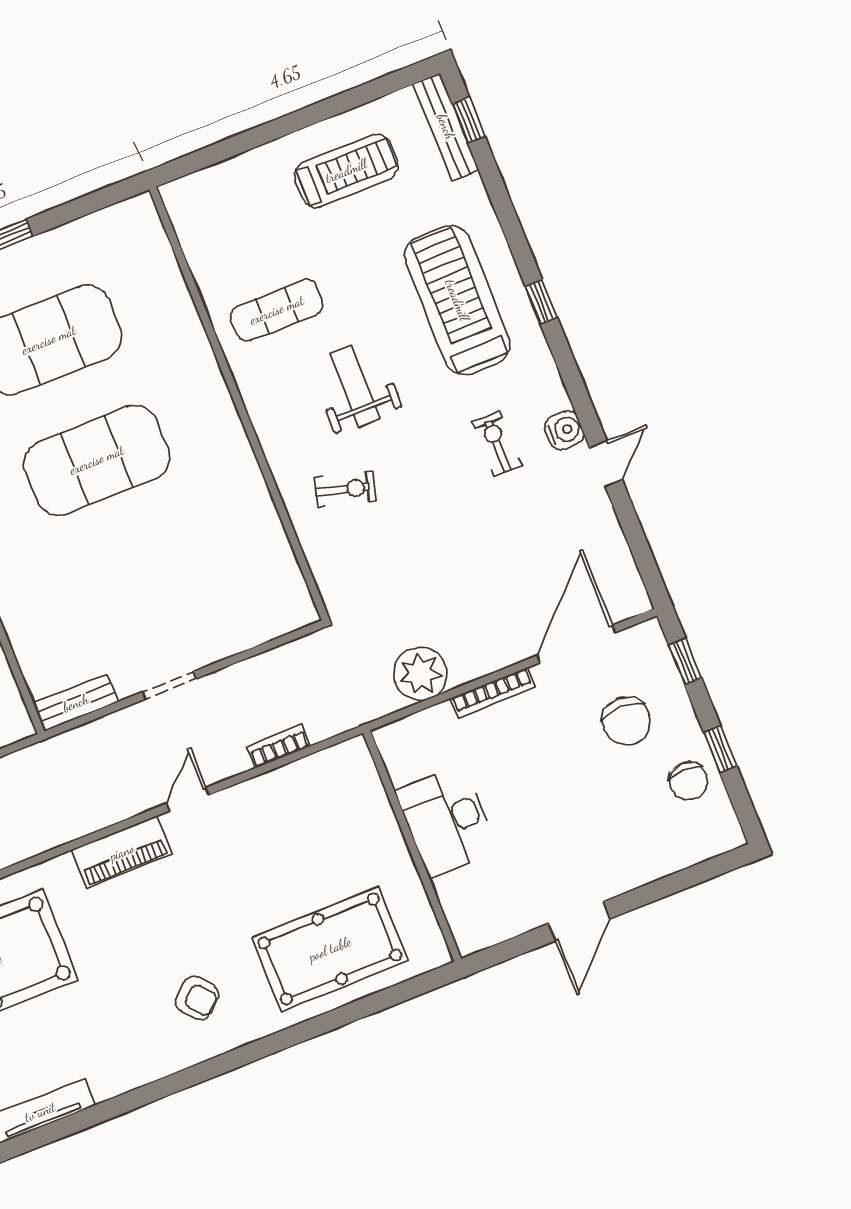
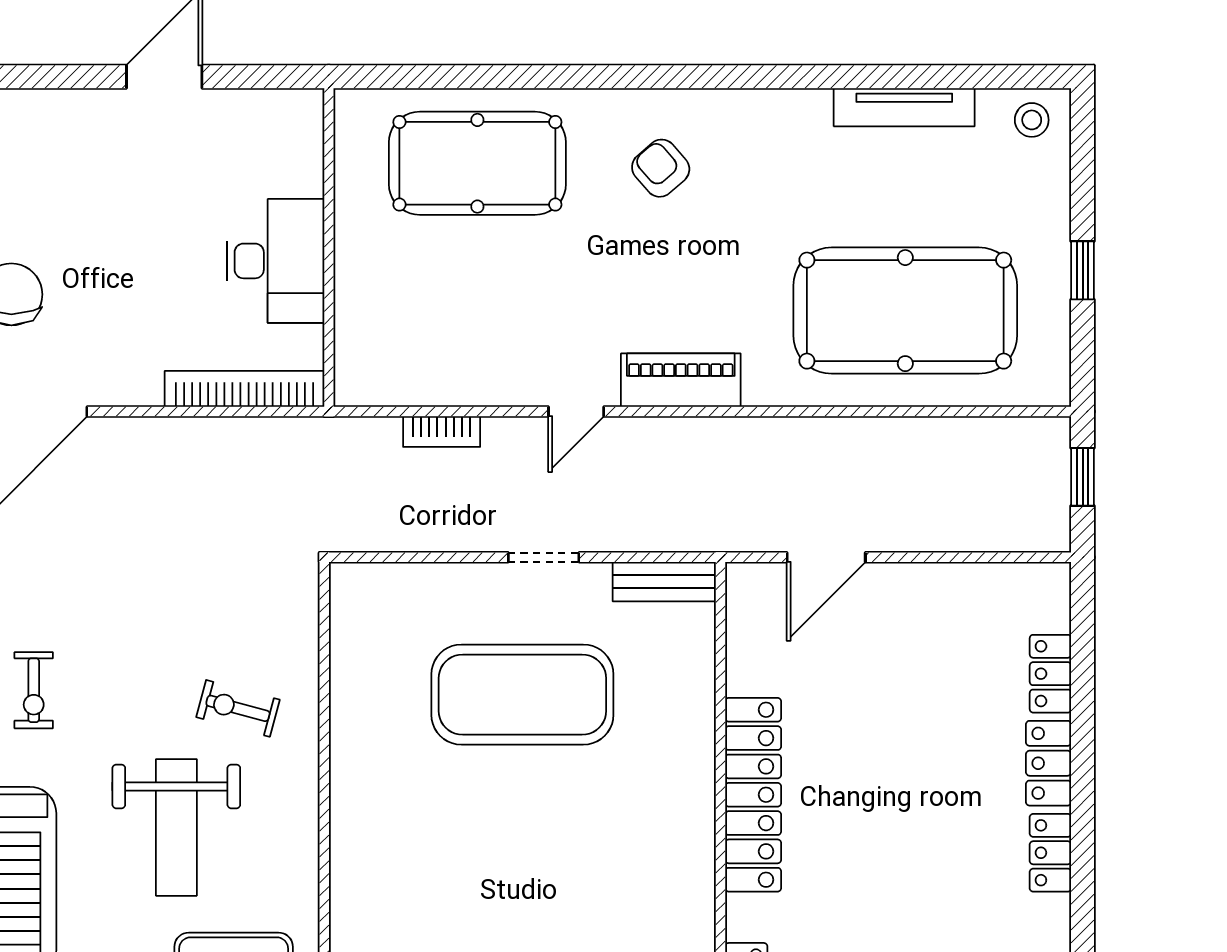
weight bench: (355, 386) -> (176, 827), width x1.36, depth x1.33
exercise mat: (97, 460) -> (522, 695), moved
plant: (420, 674) -> (236, 451), removed
bookcase: (493, 693) -> (244, 389), moved, width x1.48, depth x1.31

